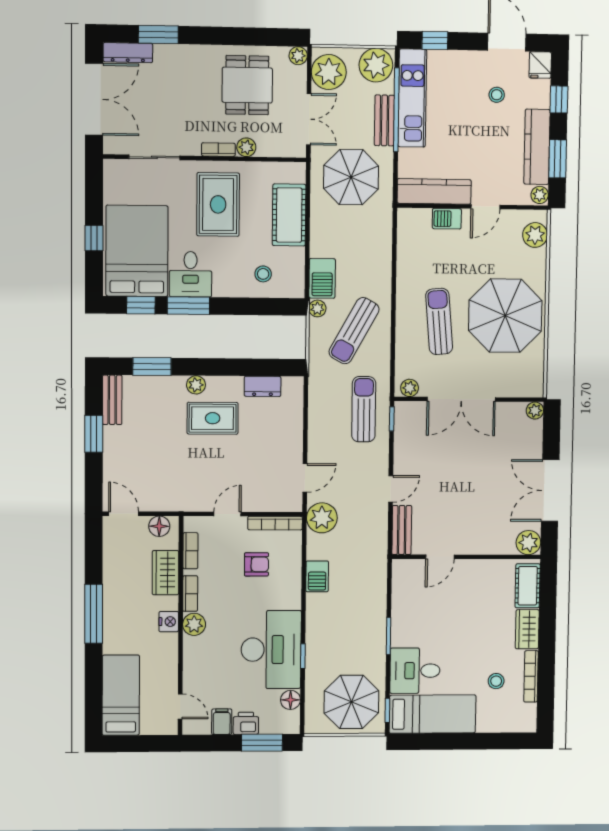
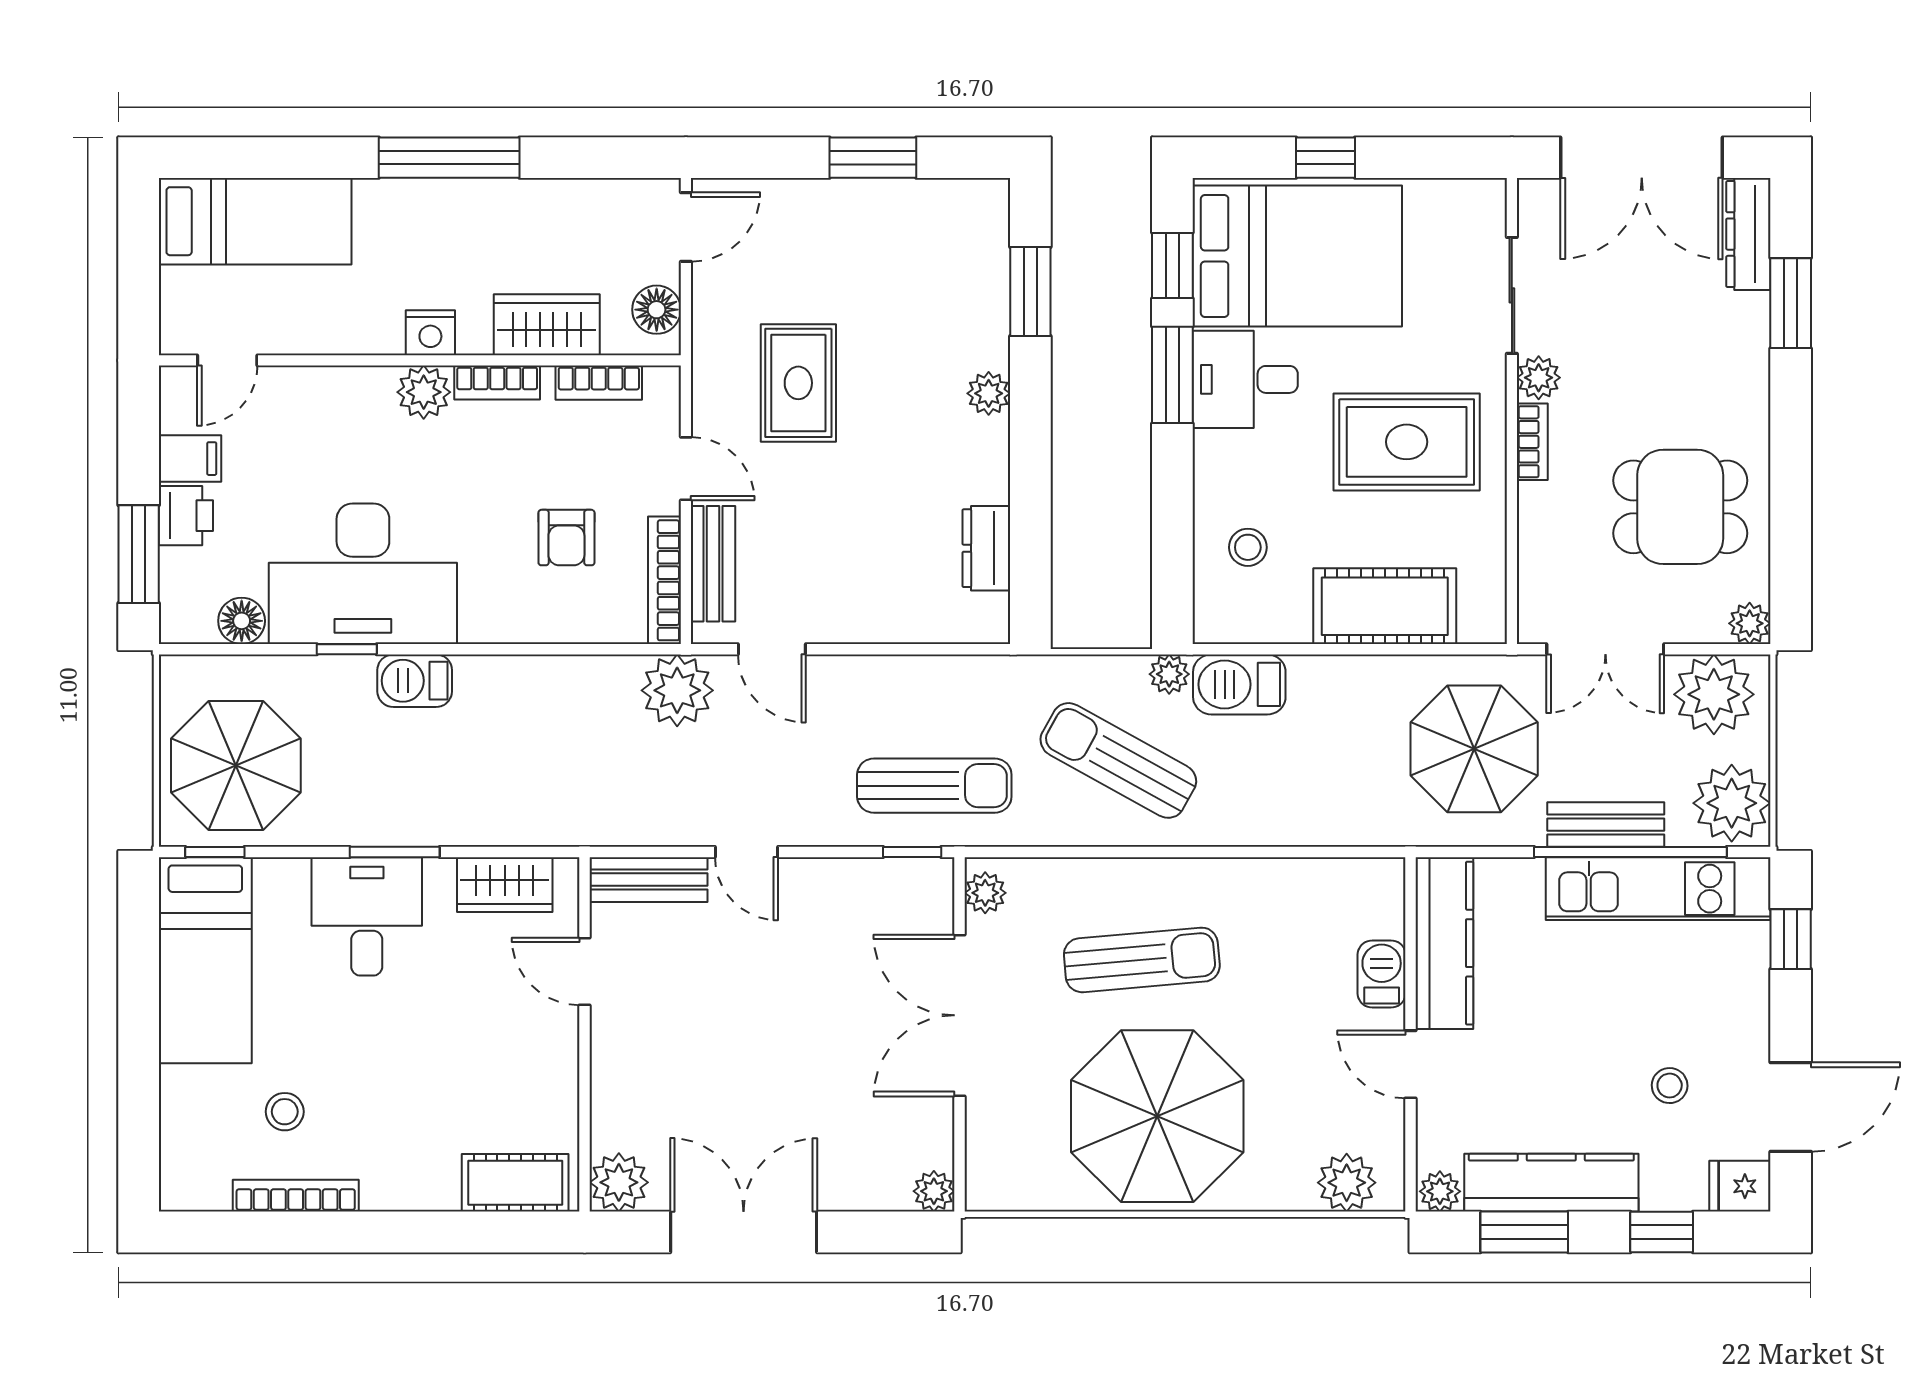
plant: (246, 147) -> (1539, 378), moved
bench: (112, 400) -> (713, 564), moved, turned 90
rug: (213, 418) -> (798, 383), moved
barbecue: (317, 576) -> (415, 681), moved
wardrobe: (527, 629) -> (505, 885), moved, turned 180
desk: (415, 671) -> (367, 916), moved

